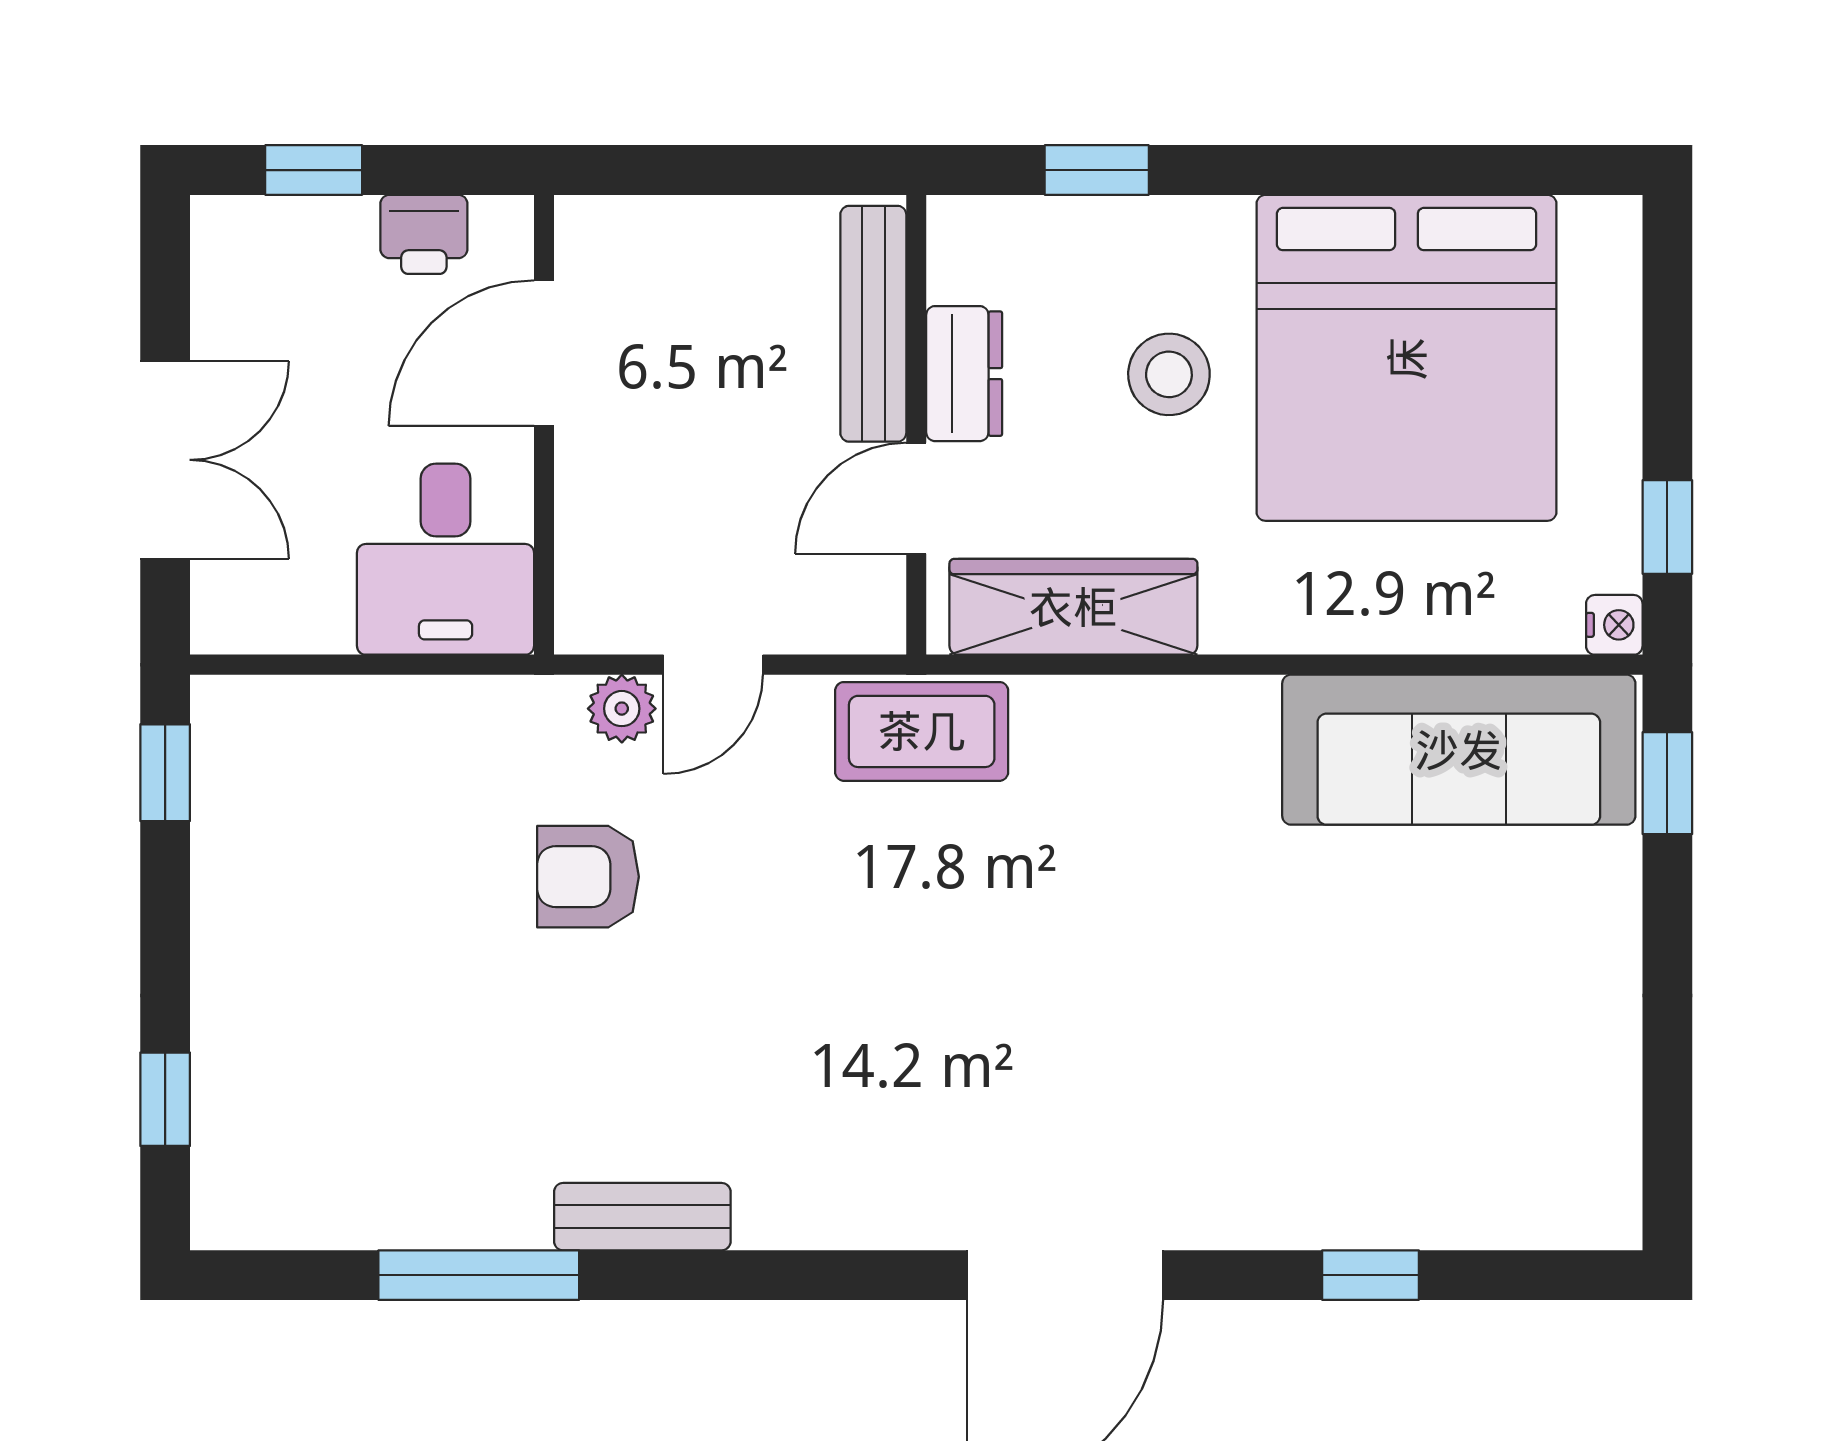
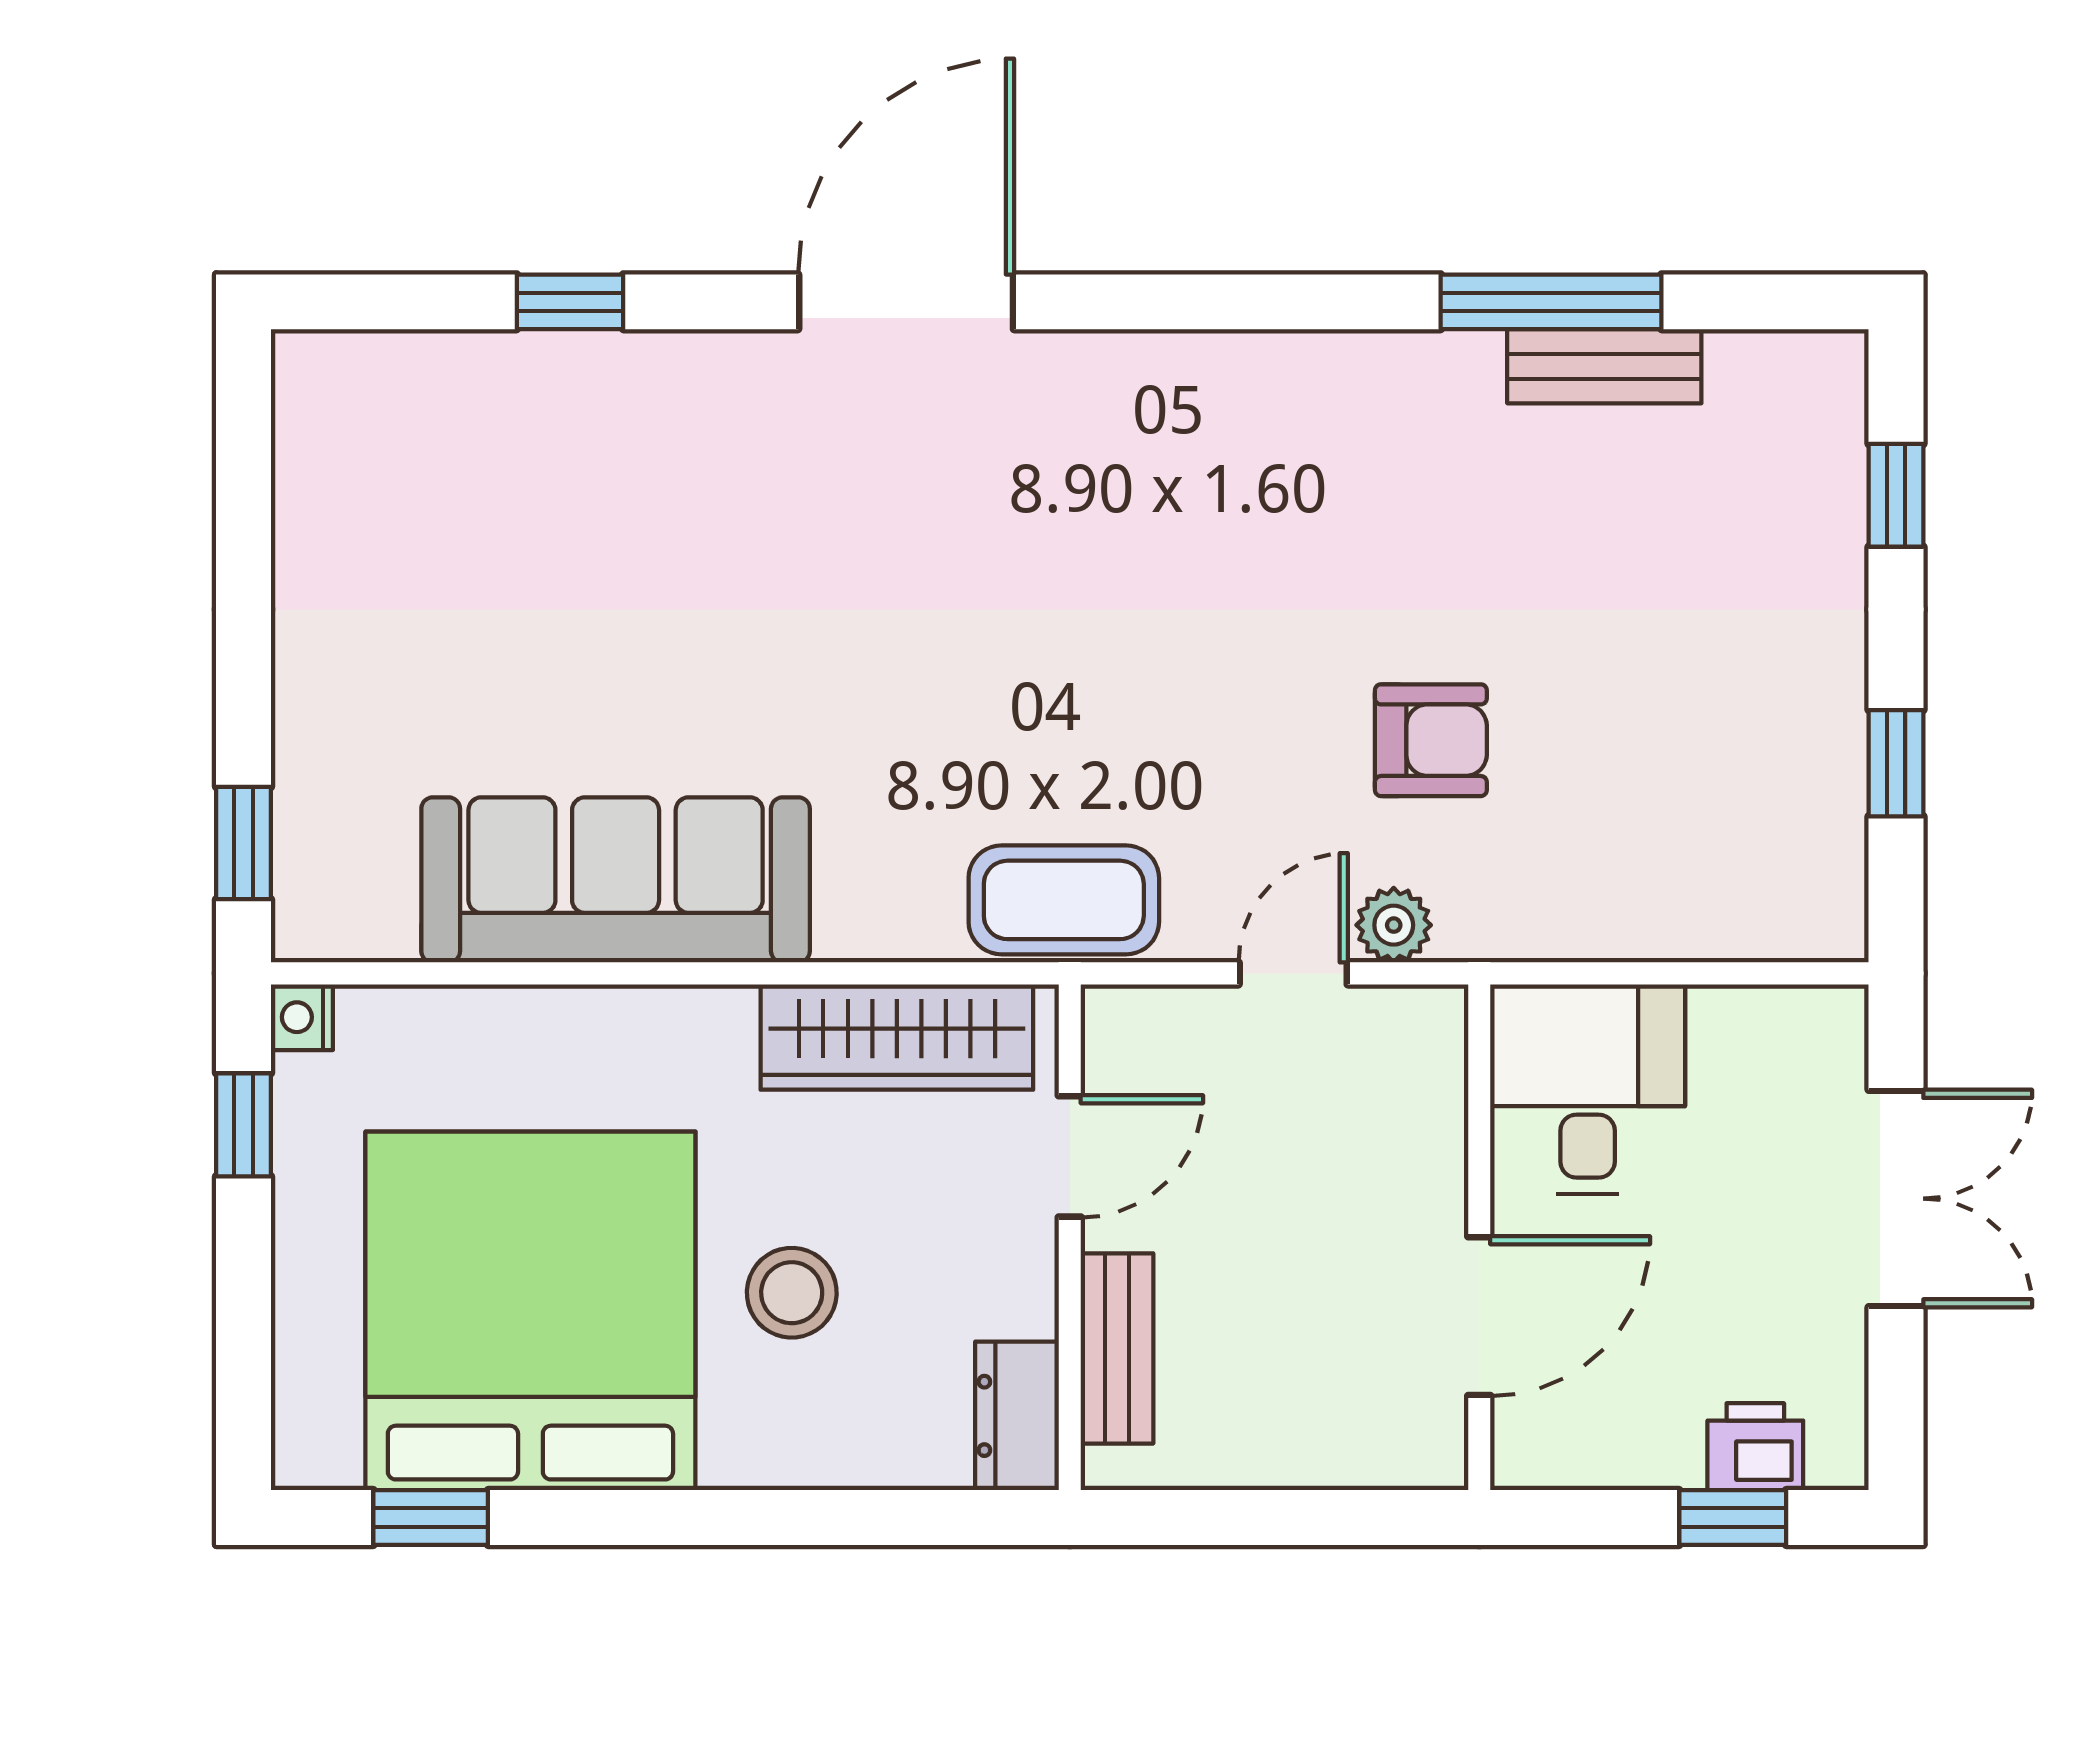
window: (1097, 170) -> (431, 1518), moved
printer: (424, 234) -> (1755, 1447), moved
bench: (873, 324) -> (1117, 1348), width x0.73
dresser: (964, 374) -> (1017, 1416), moved
double door: (165, 460) -> (1896, 1199), swing flipped
sofa: (1459, 750) -> (616, 880), moved
window: (165, 773) -> (1896, 763), moved
bench: (642, 1217) -> (1604, 366), moved

